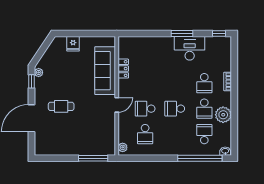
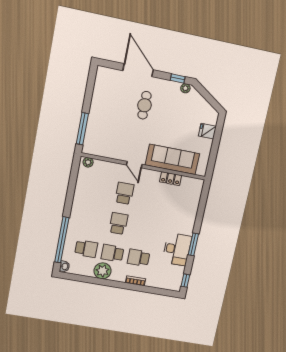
school desk: (145, 134) -> (98, 188), removed

